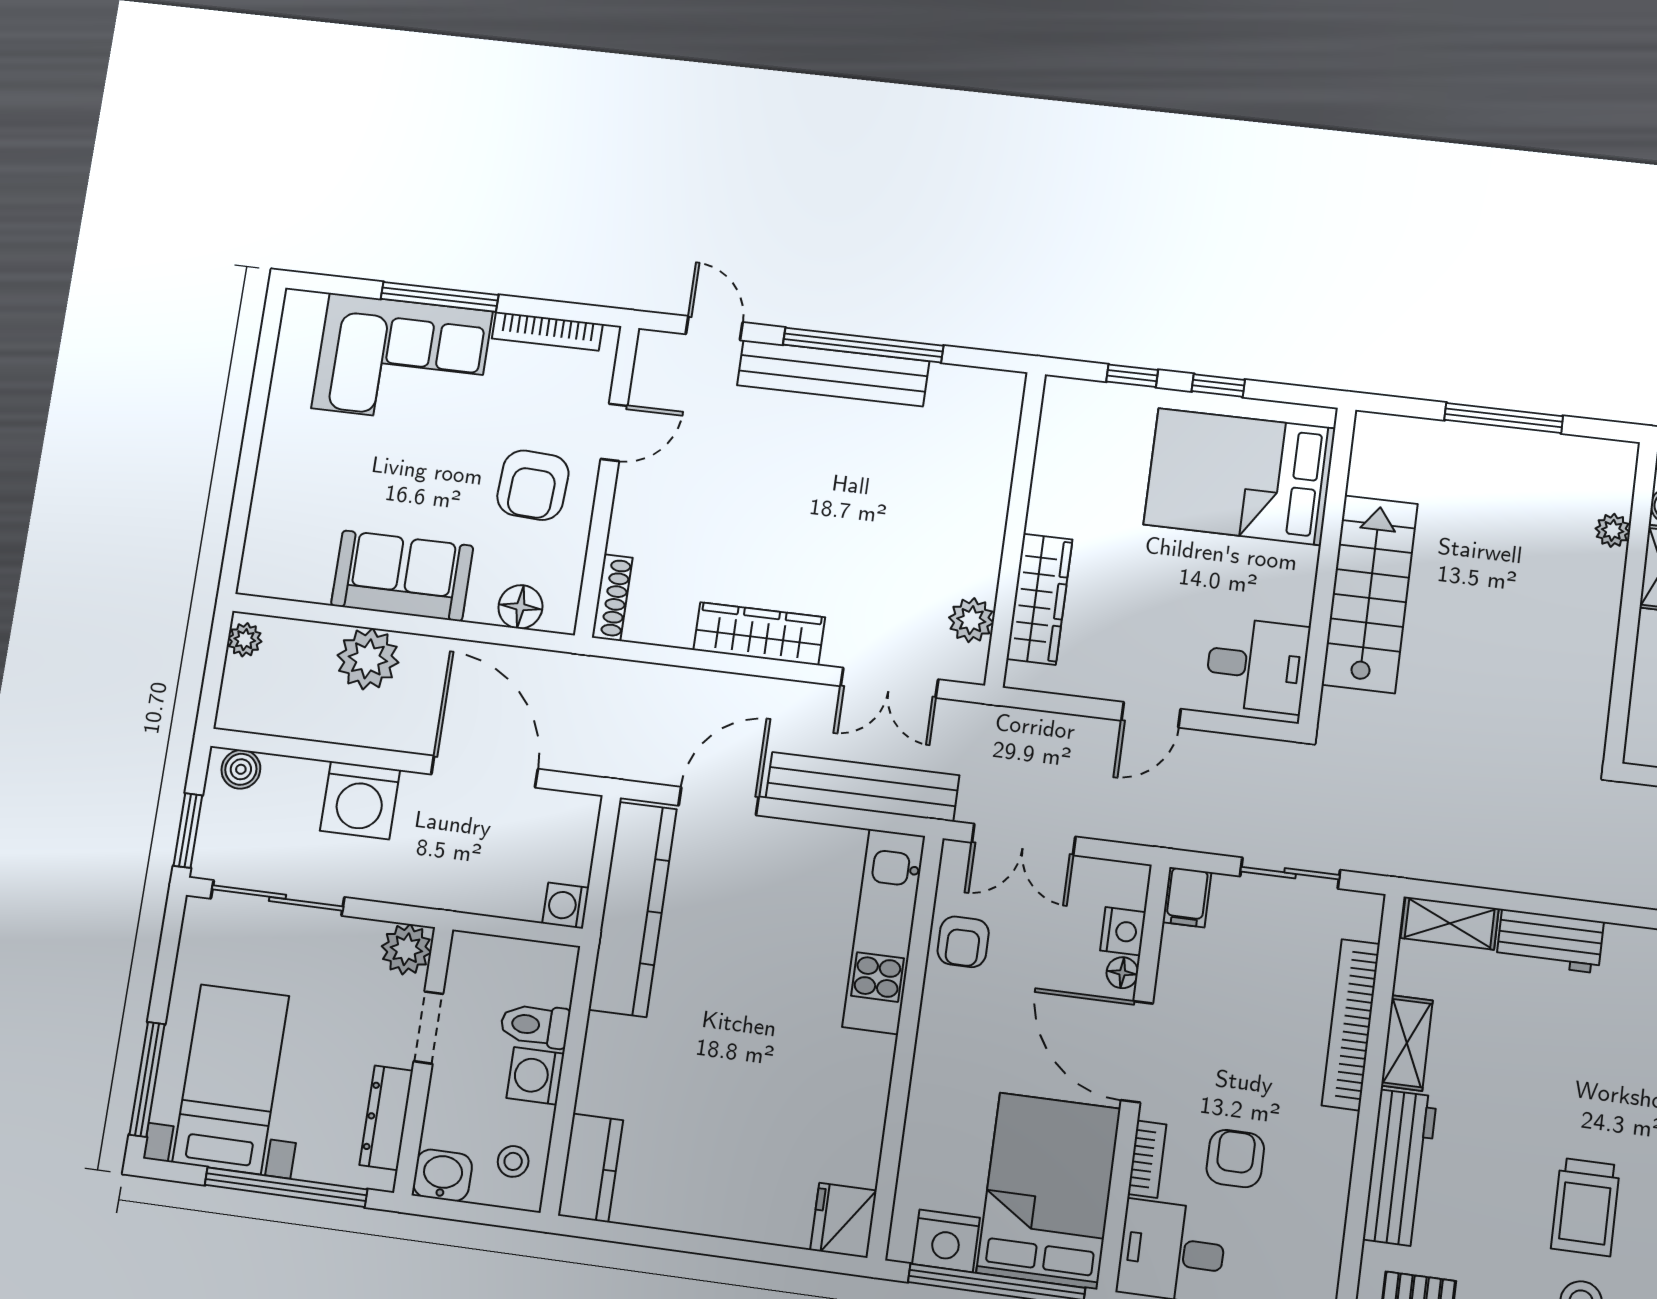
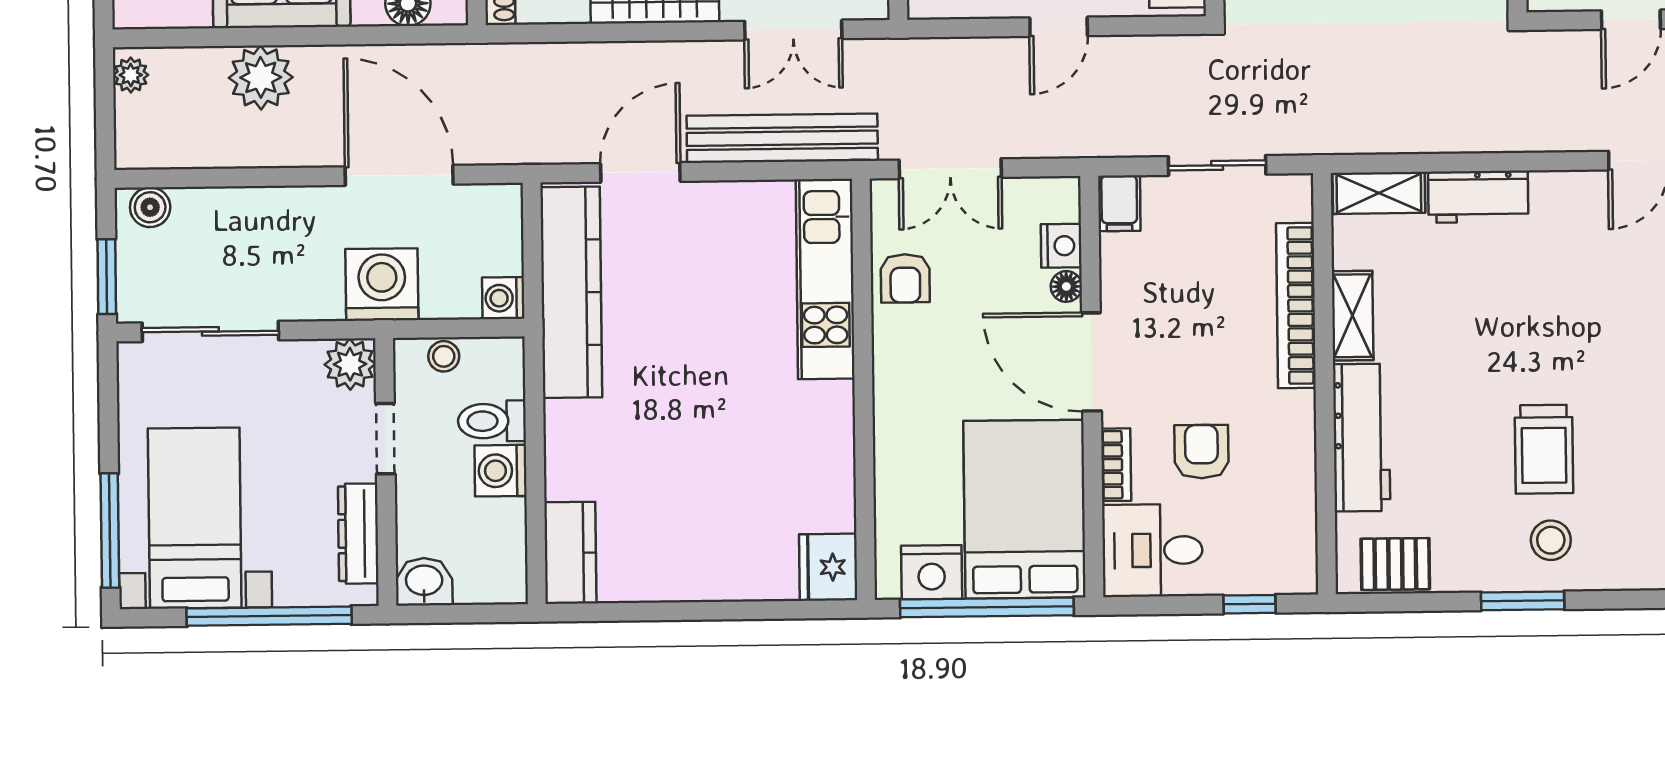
washing machine: (360, 800) -> (382, 285), moved, turned 180
stool: (513, 1161) -> (444, 356), moved

